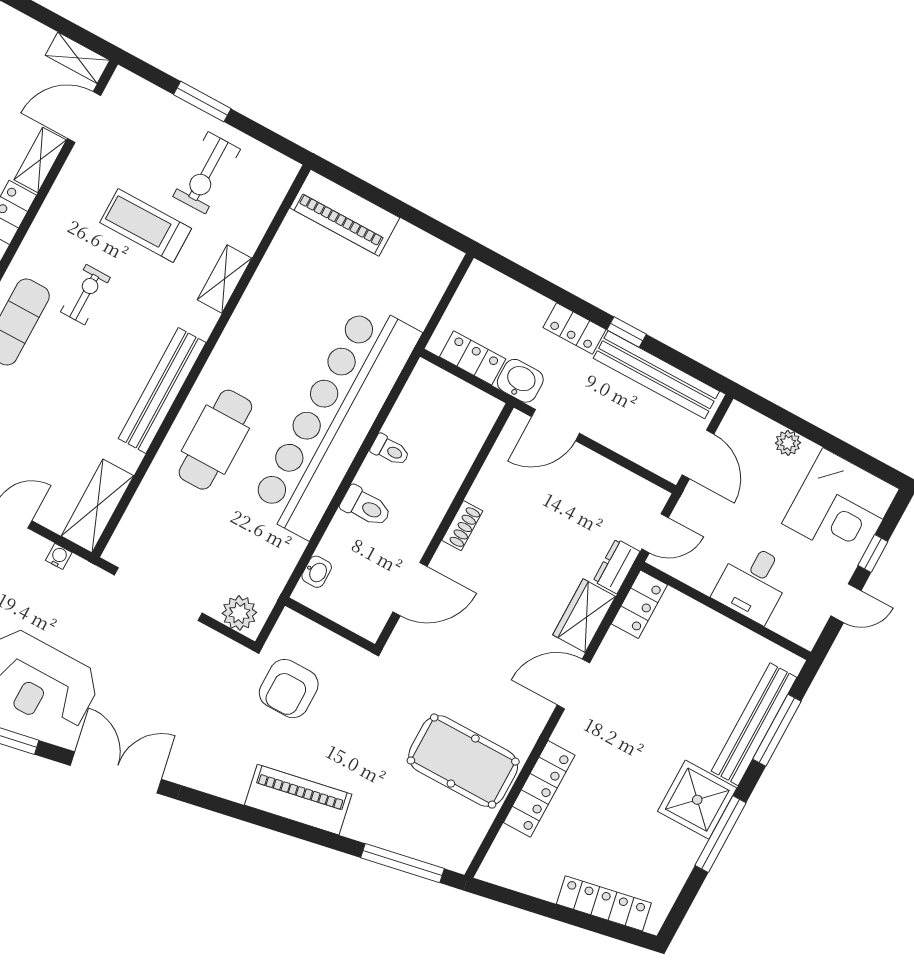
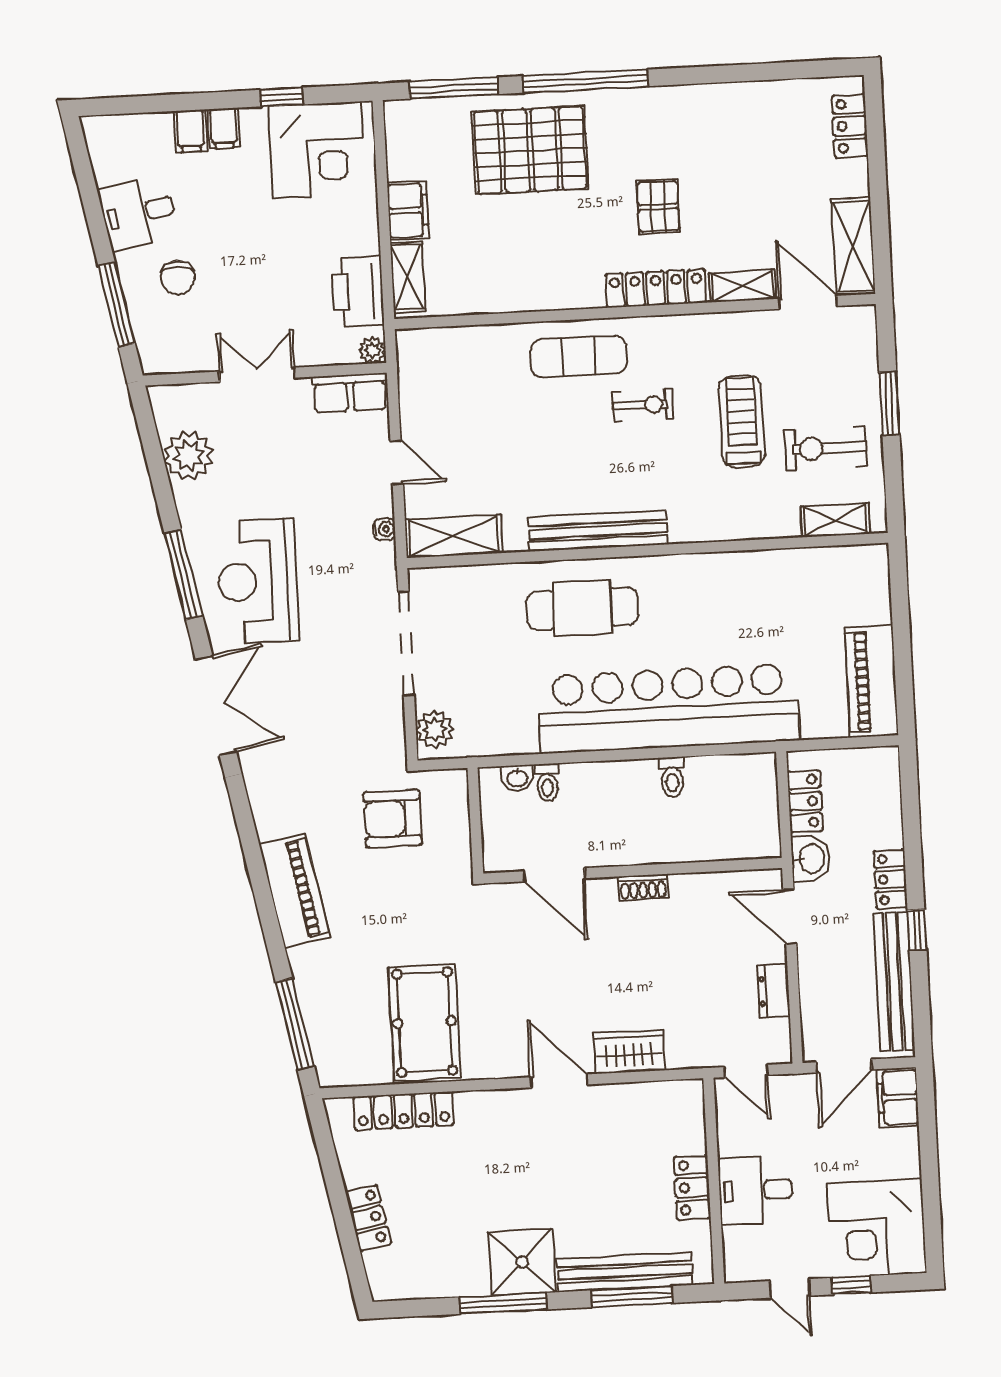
shelving: (77, 58) -> (853, 246), width x1.50, depth x1.33
piano: (345, 213) -> (872, 681), moved
shelving: (225, 279) -> (835, 520), moved
filing cabinet: (749, 427) -> (898, 1097), added
plant: (788, 443) -> (906, 1143), removed
toilet: (366, 507) -> (547, 782), moved, width x0.73, depth x0.72
dresser: (616, 566) -> (774, 991), moved, turned -90
locker: (639, 604) -> (692, 1187), moved, turned 90
locker: (539, 789) -> (404, 1111), moved
locker: (604, 903) -> (368, 1218), width x0.66

